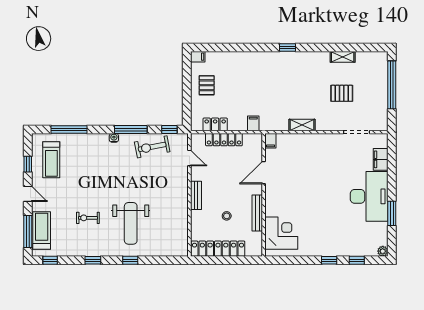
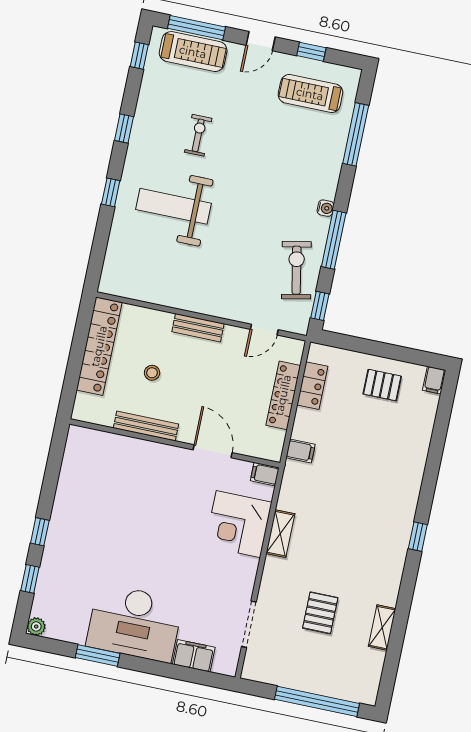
corner desk: (281, 233) -> (238, 524), moved, turned 90

